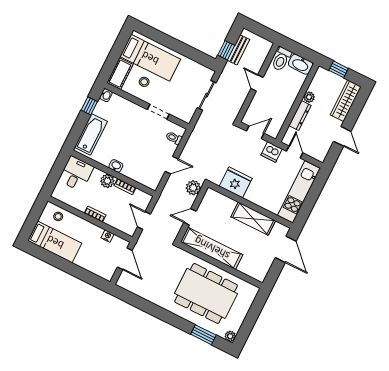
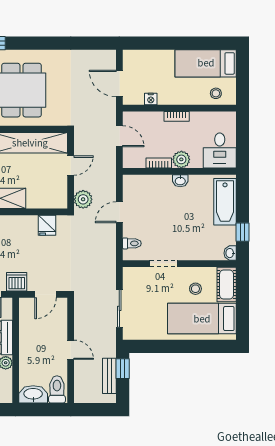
fridge: (236, 182) -> (47, 225), width x0.53, depth x0.75

